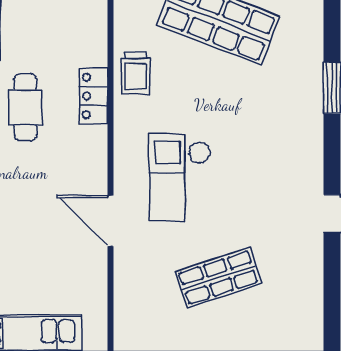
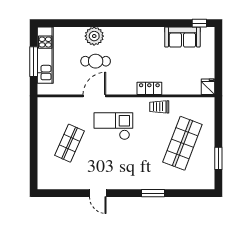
cafe table: (25, 107) -> (96, 61), moved
shop shelf: (218, 278) -> (70, 143), turned 42

